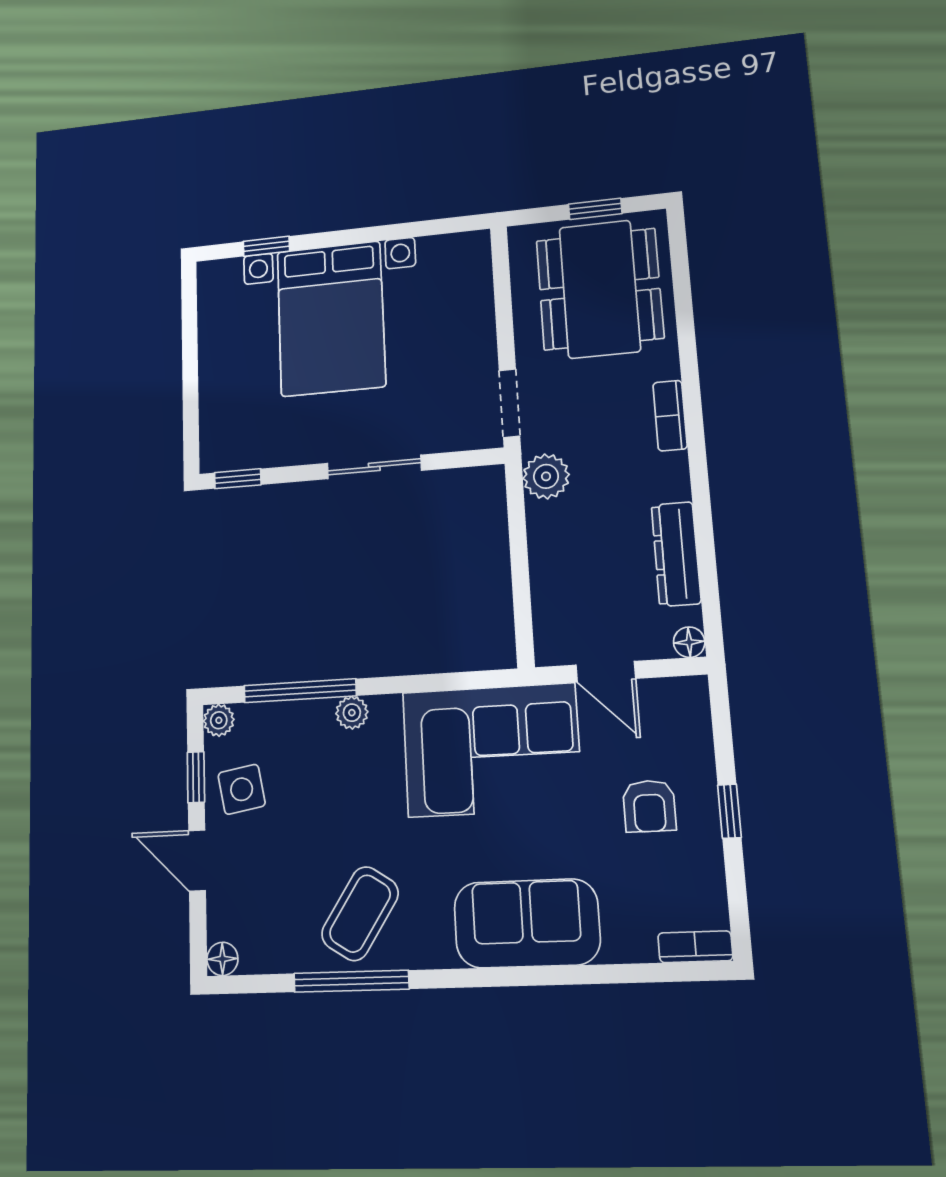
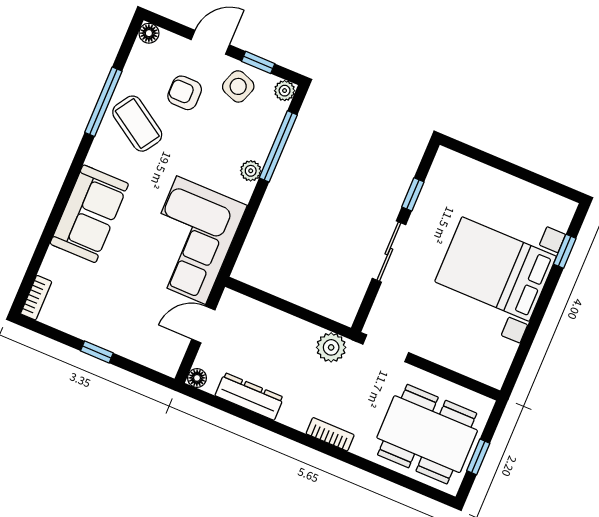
window: (238, 479) -> (413, 194), moved
side table: (242, 789) -> (238, 86), turned 30
armchair: (649, 806) -> (185, 93), moved

